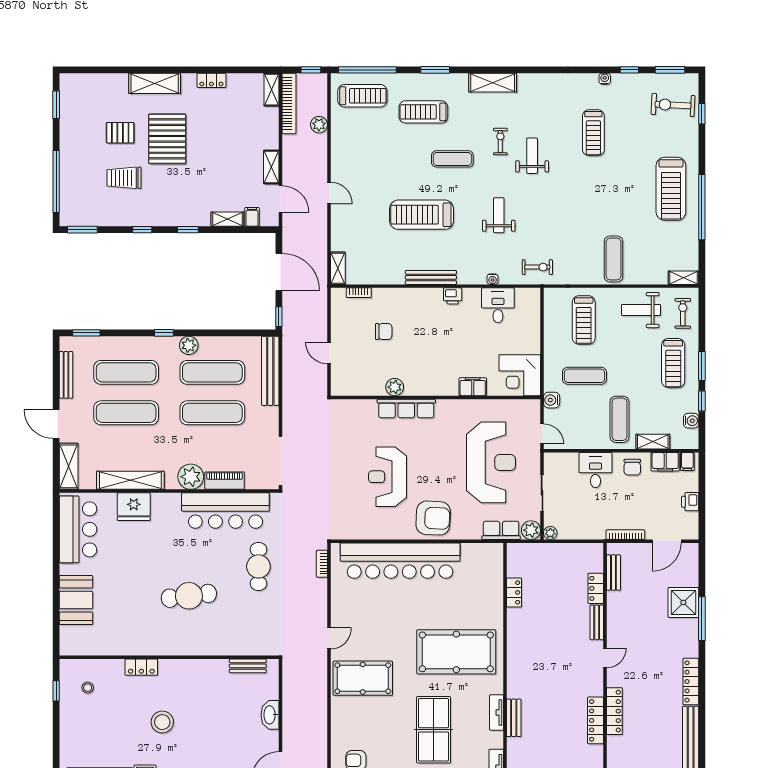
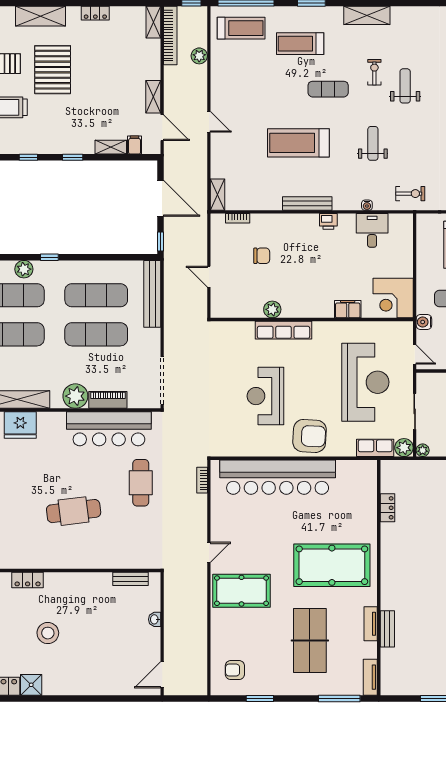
plant: (189, 345) -> (24, 269), moved
washbasin: (270, 715) -> (155, 619), width x0.52, depth x0.69

